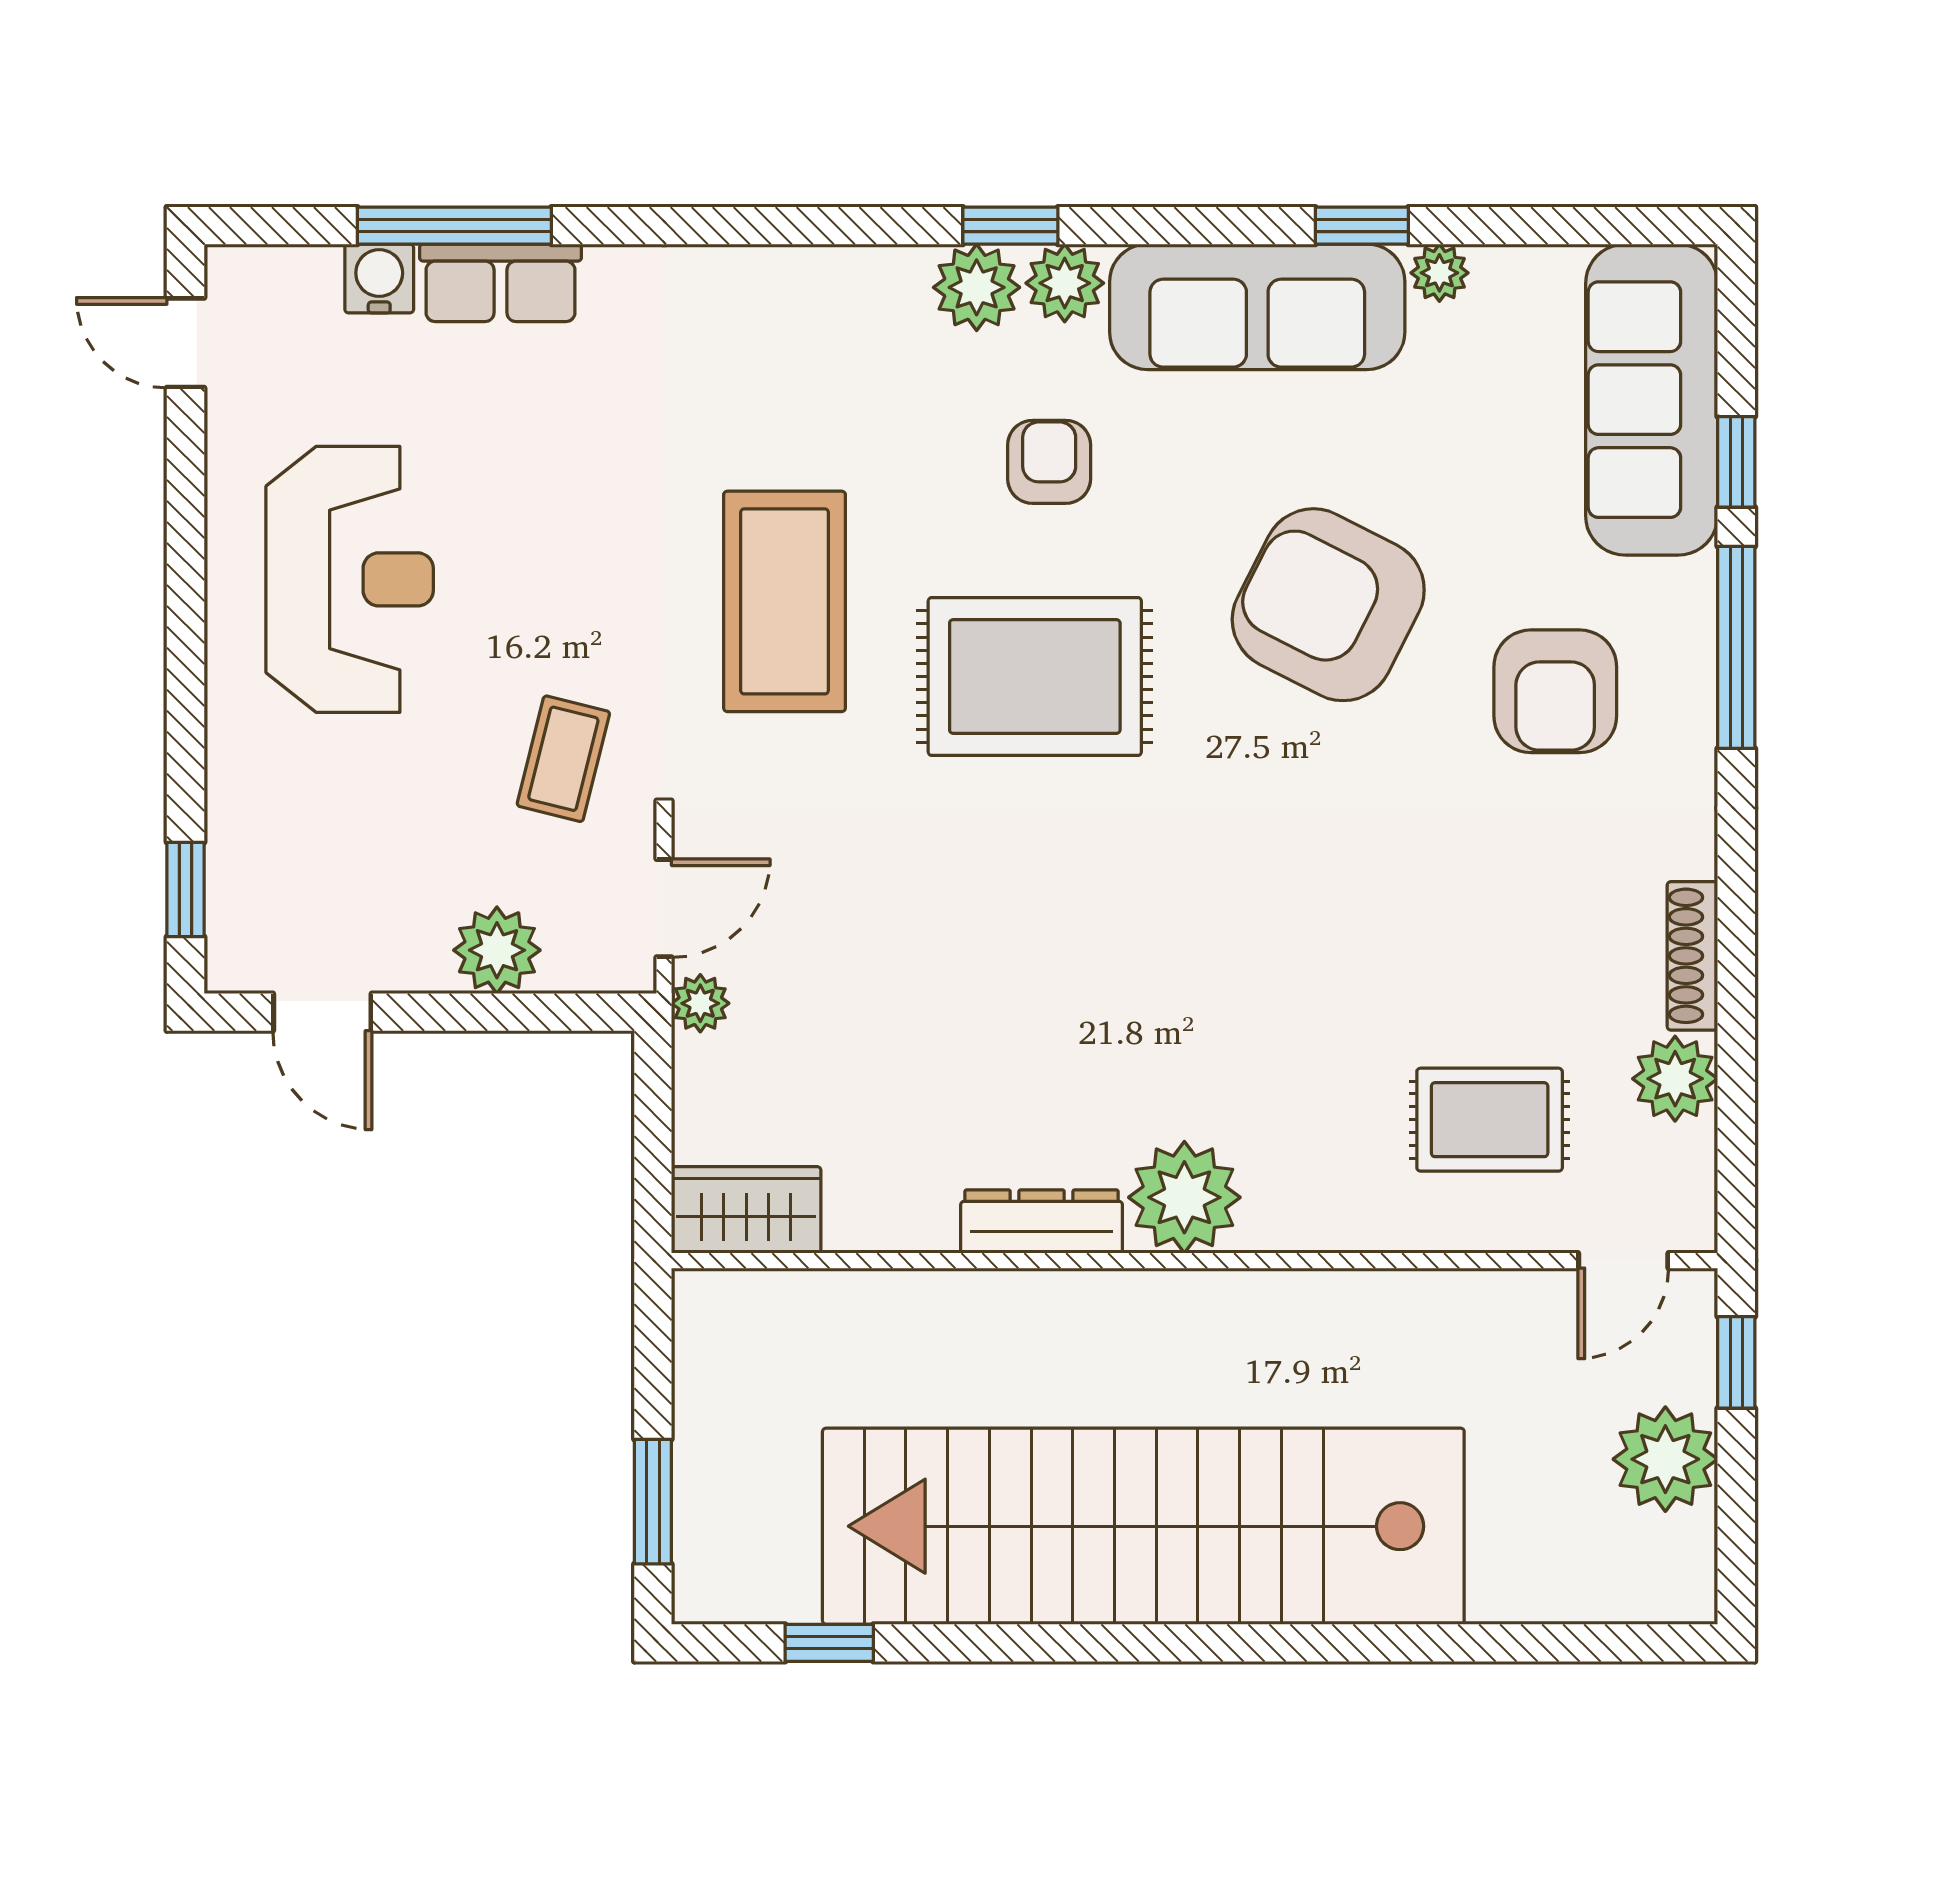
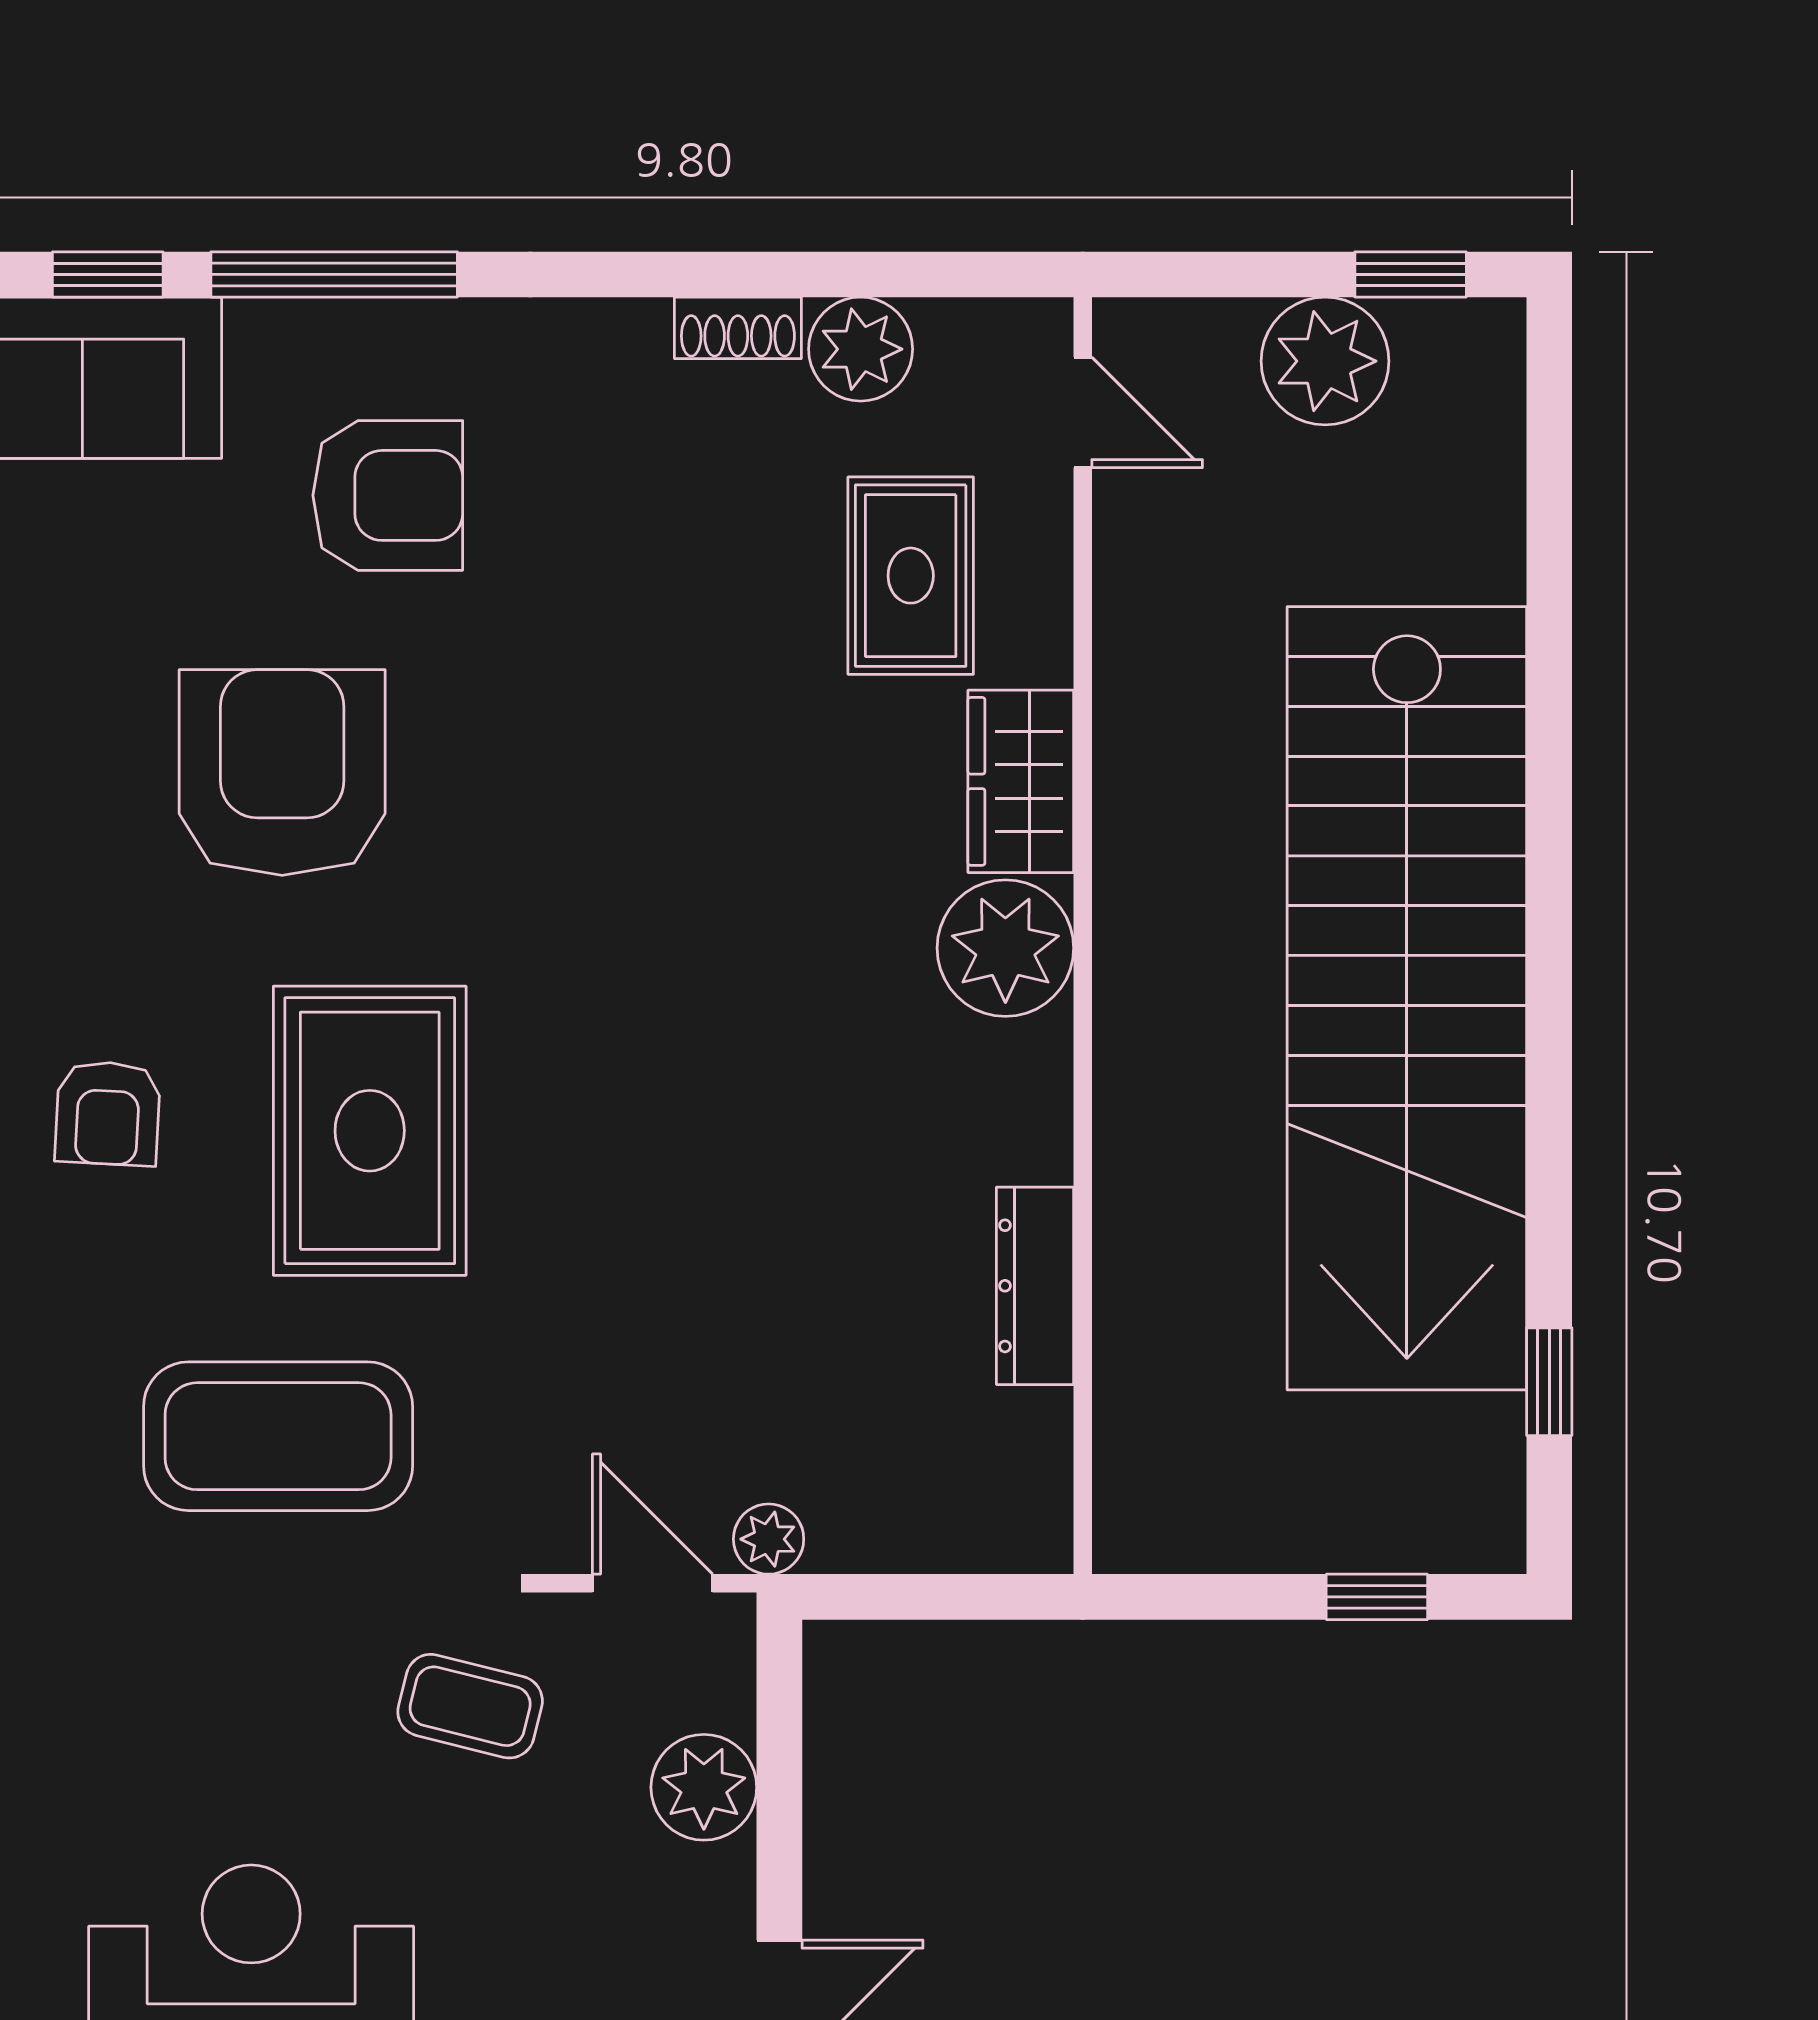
armchair: (1049, 462) -> (108, 1113), turned -87
armchair: (1328, 605) -> (282, 773), turned 153
shoe rack: (1692, 956) -> (738, 328), width x0.70
wardrobe: (746, 1210) -> (1021, 781), moved
dresser: (1042, 1222) -> (1035, 1286), moved
window: (1736, 1362) -> (1411, 274), moved
window: (653, 1502) -> (1377, 1597), width x0.67

